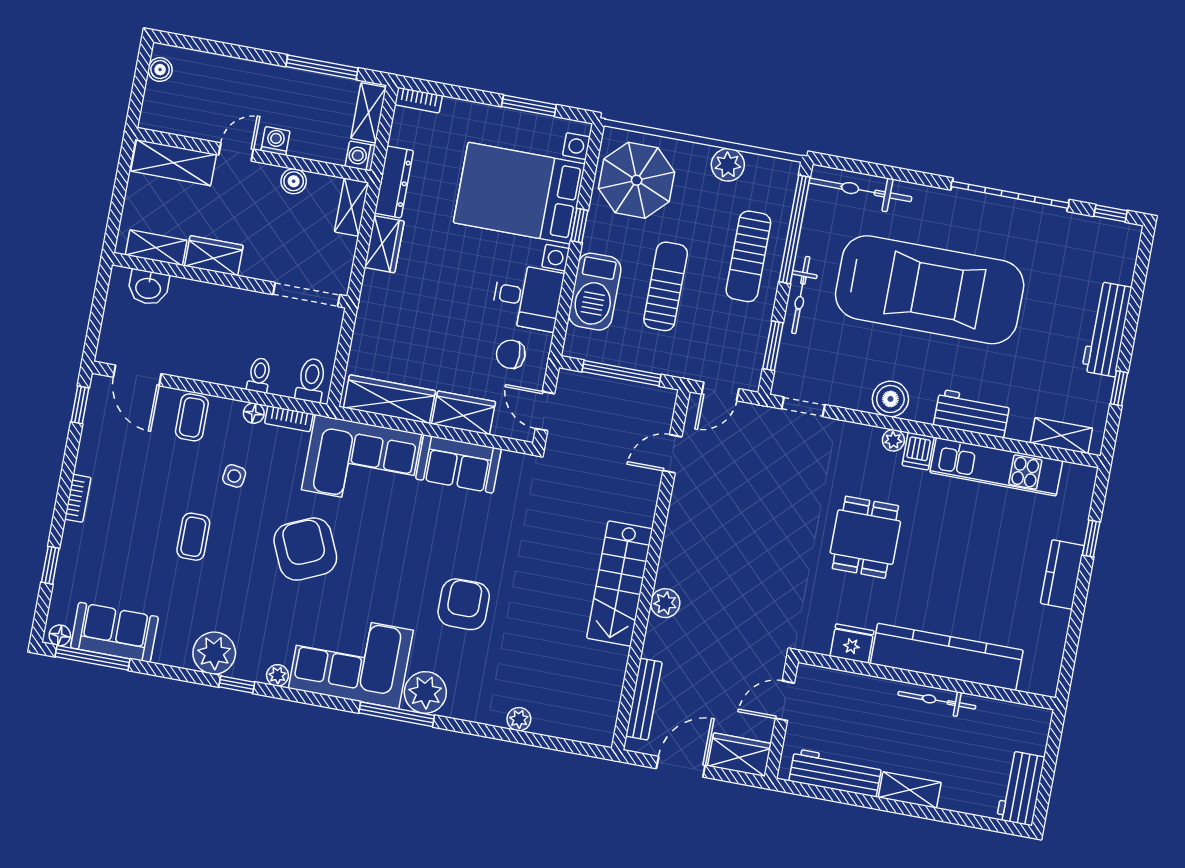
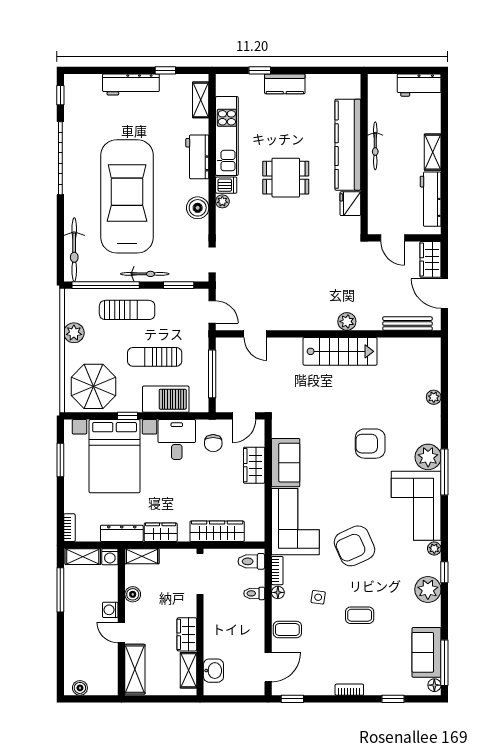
wardrobe: (389, 399) -> (217, 531), moved, turned 90
dining table: (865, 537) -> (286, 178), moved

